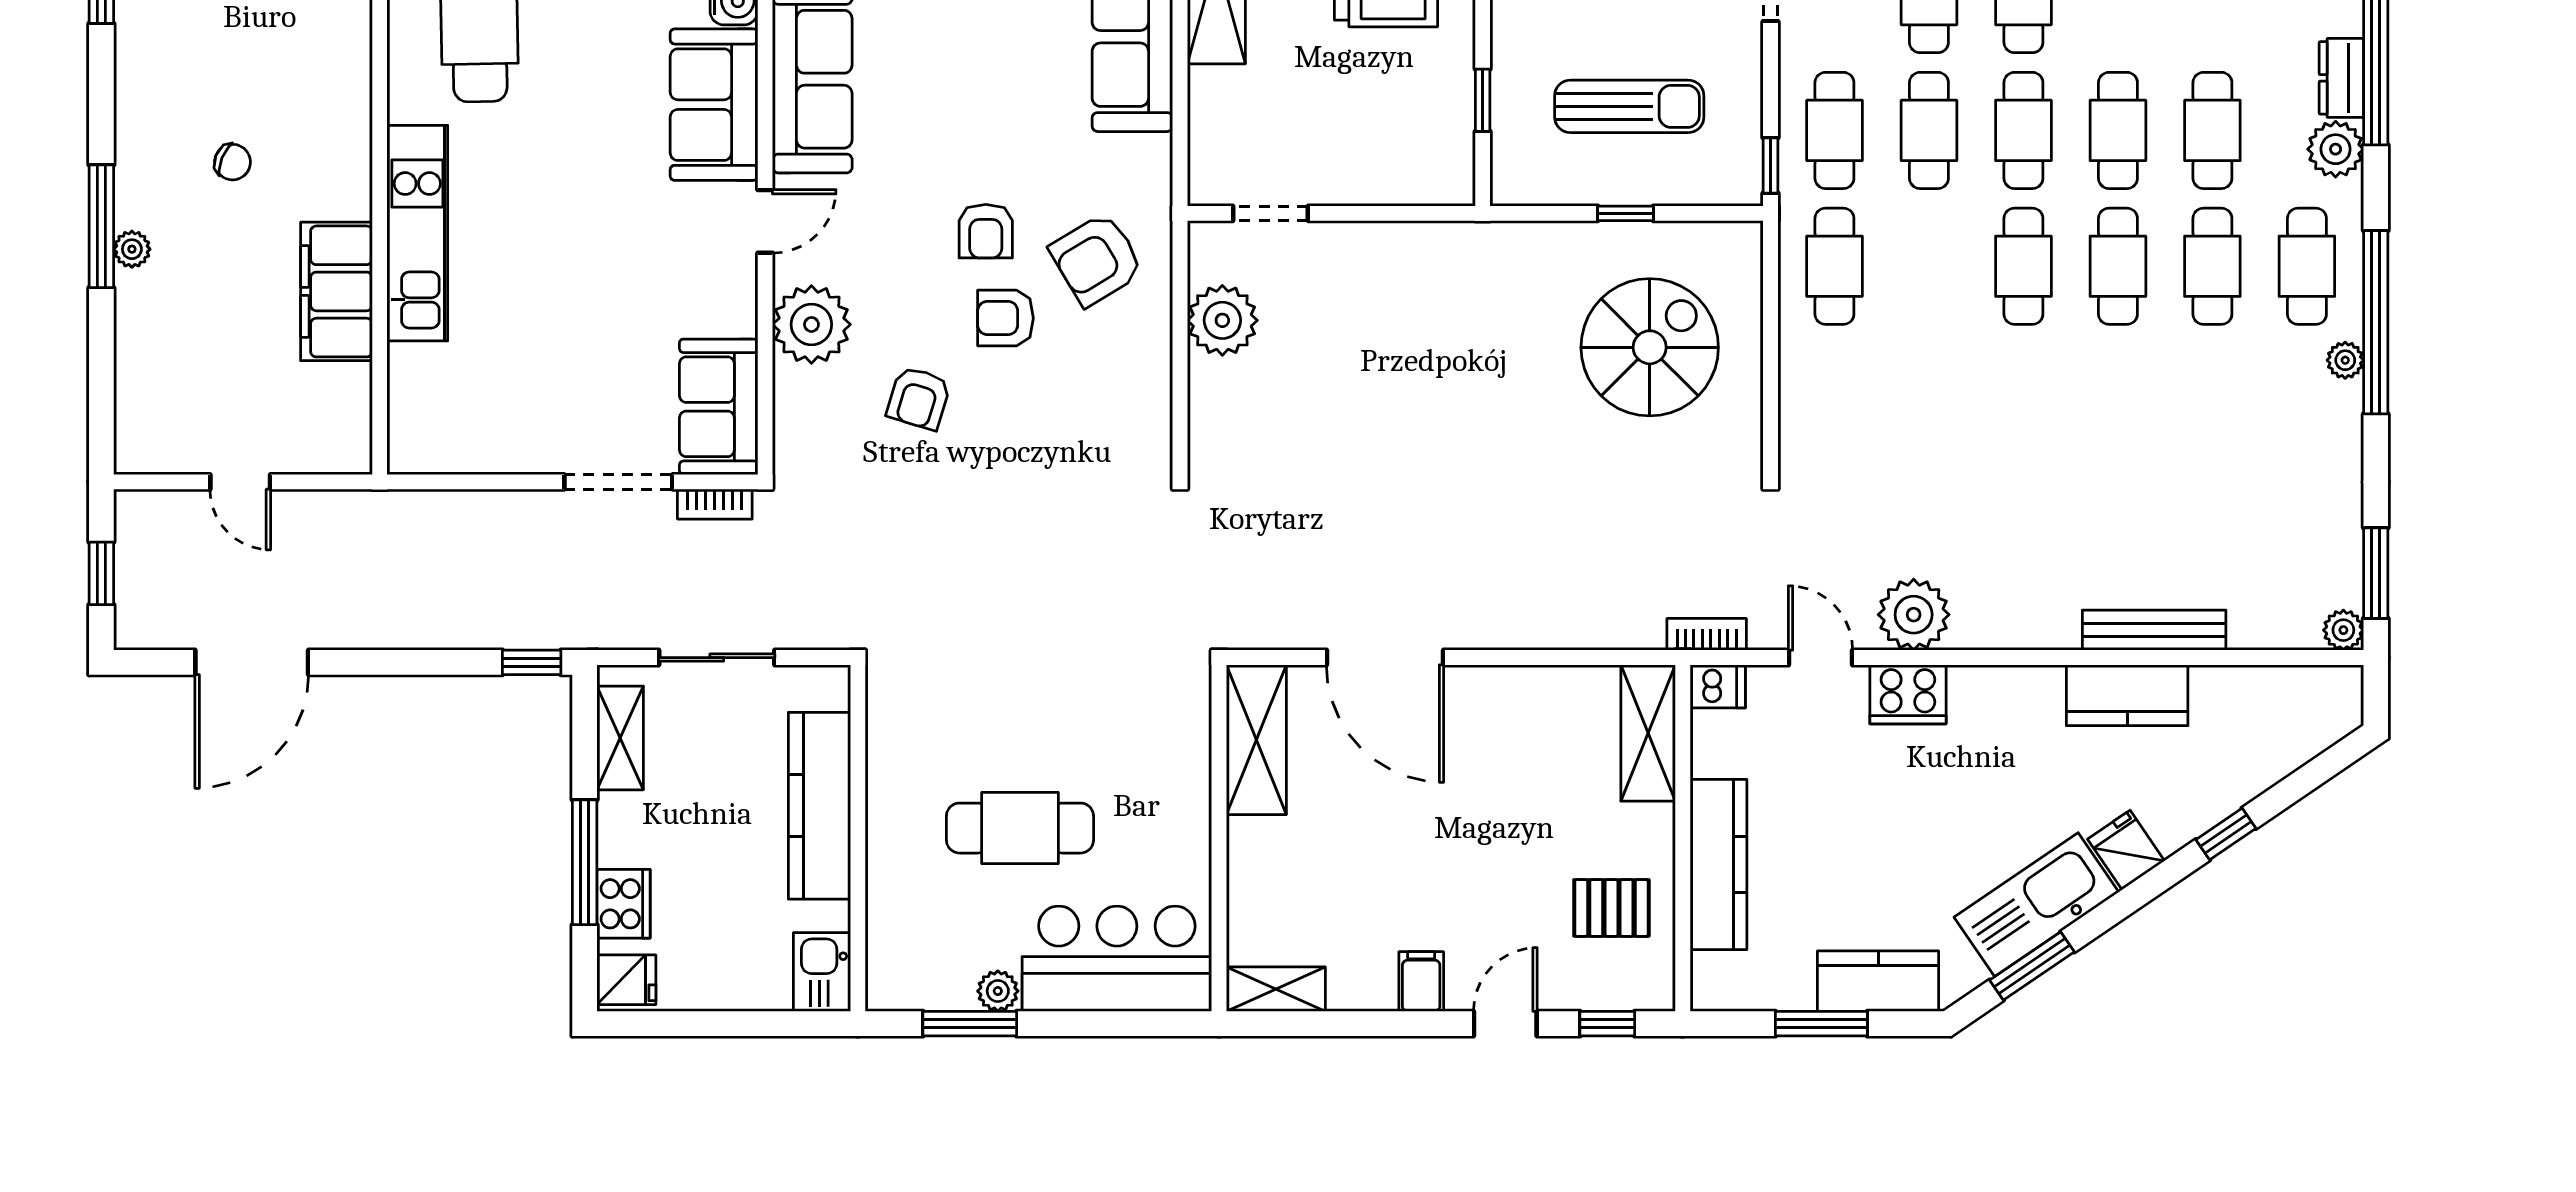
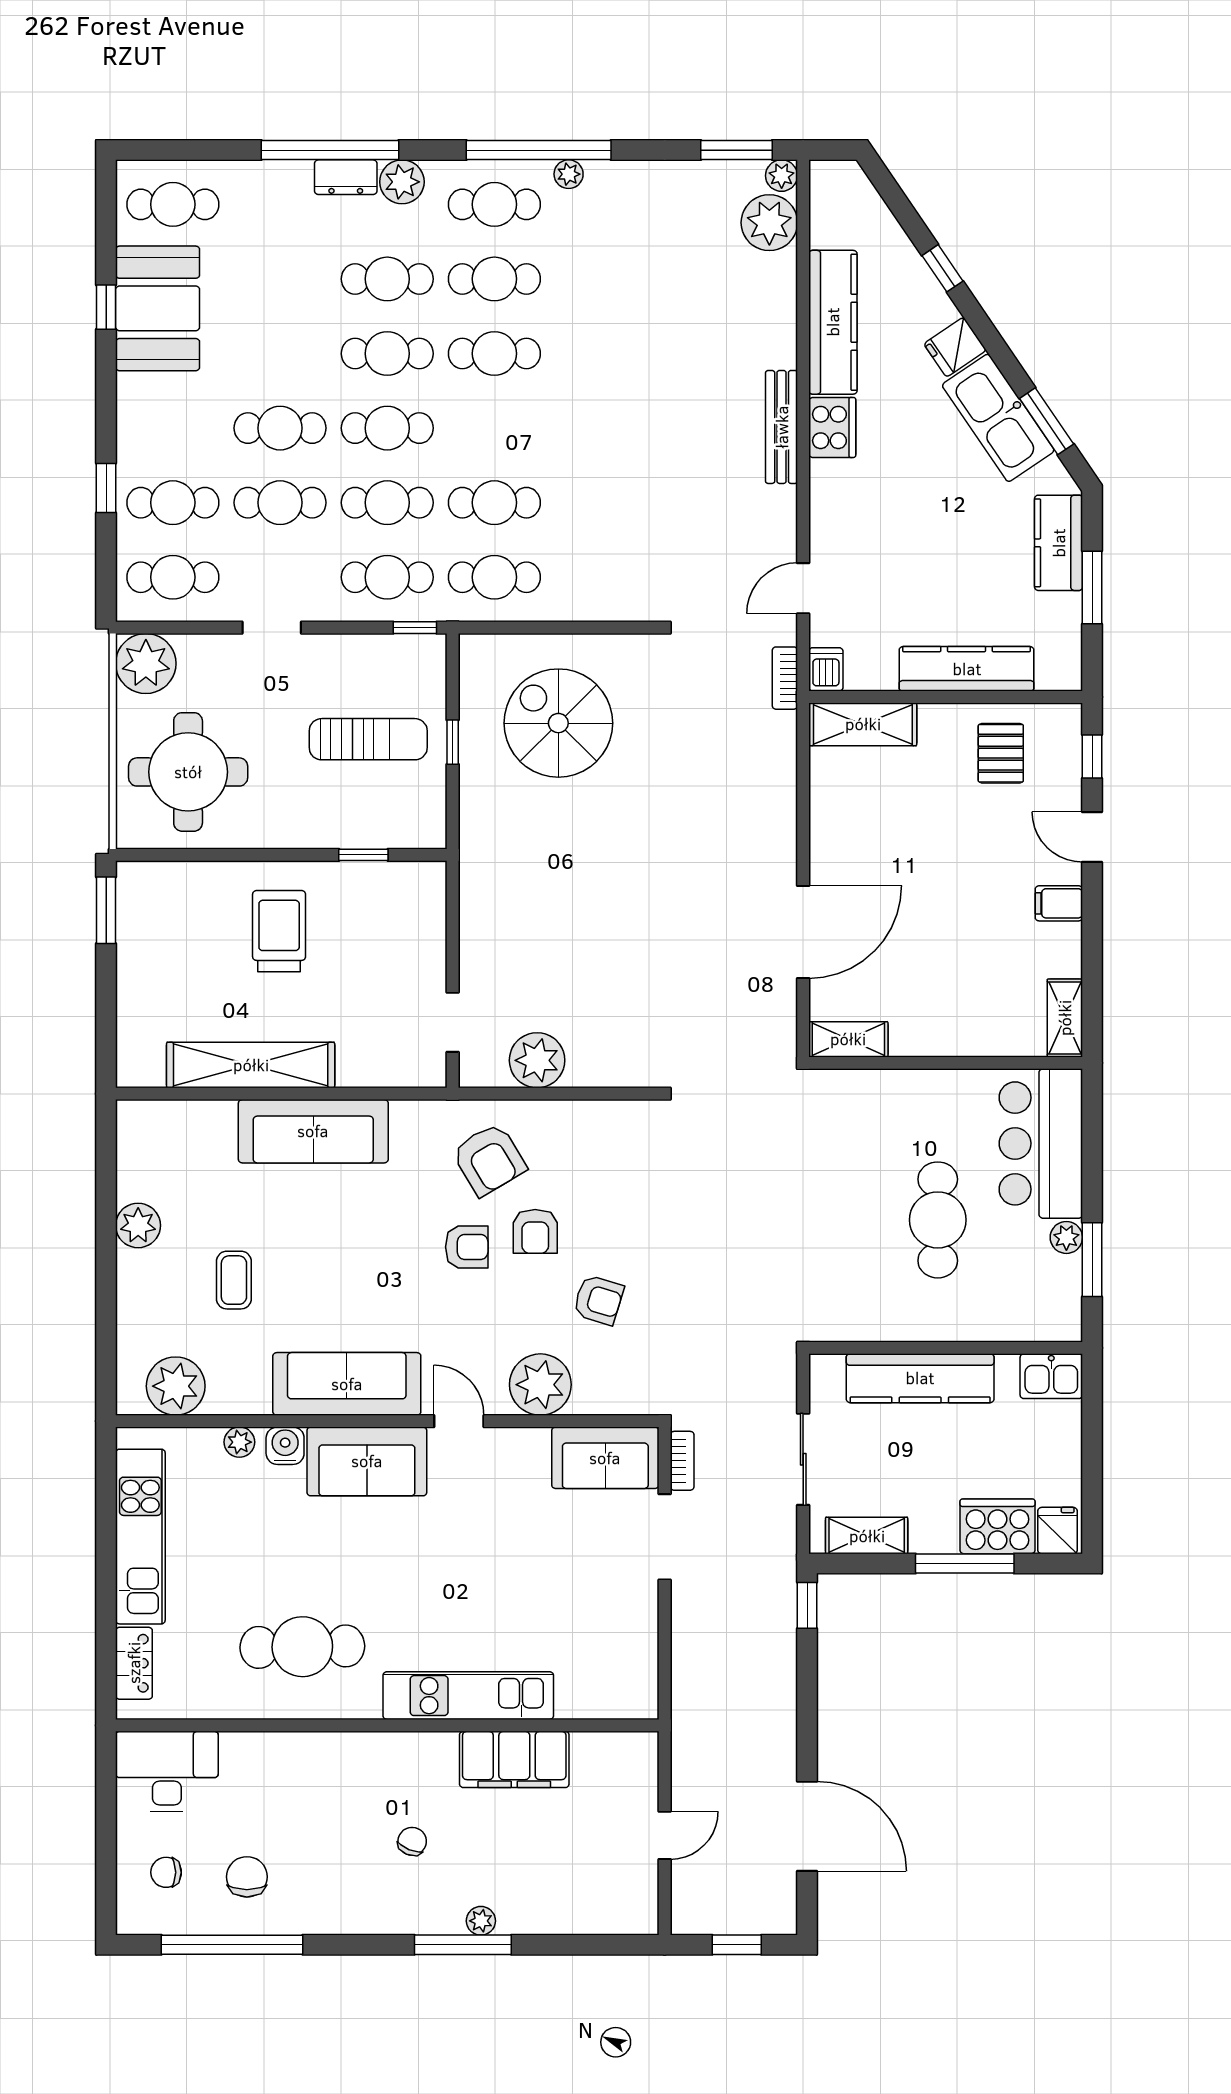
sun lounger: (1629, 106) -> (368, 739), turned 90
cafe table: (2023, 266) -> (494, 503), moved
plant: (1914, 615) -> (769, 223), moved
bench: (2154, 630) -> (782, 427), moved
cooker: (1908, 694) -> (832, 427), moved
kitchen counter: (2127, 695) -> (833, 322), width x1.50
shelving: (1256, 740) -> (848, 1039), width x0.67, depth x0.75
cooker: (623, 904) -> (997, 1526), width x1.37, depth x1.31

